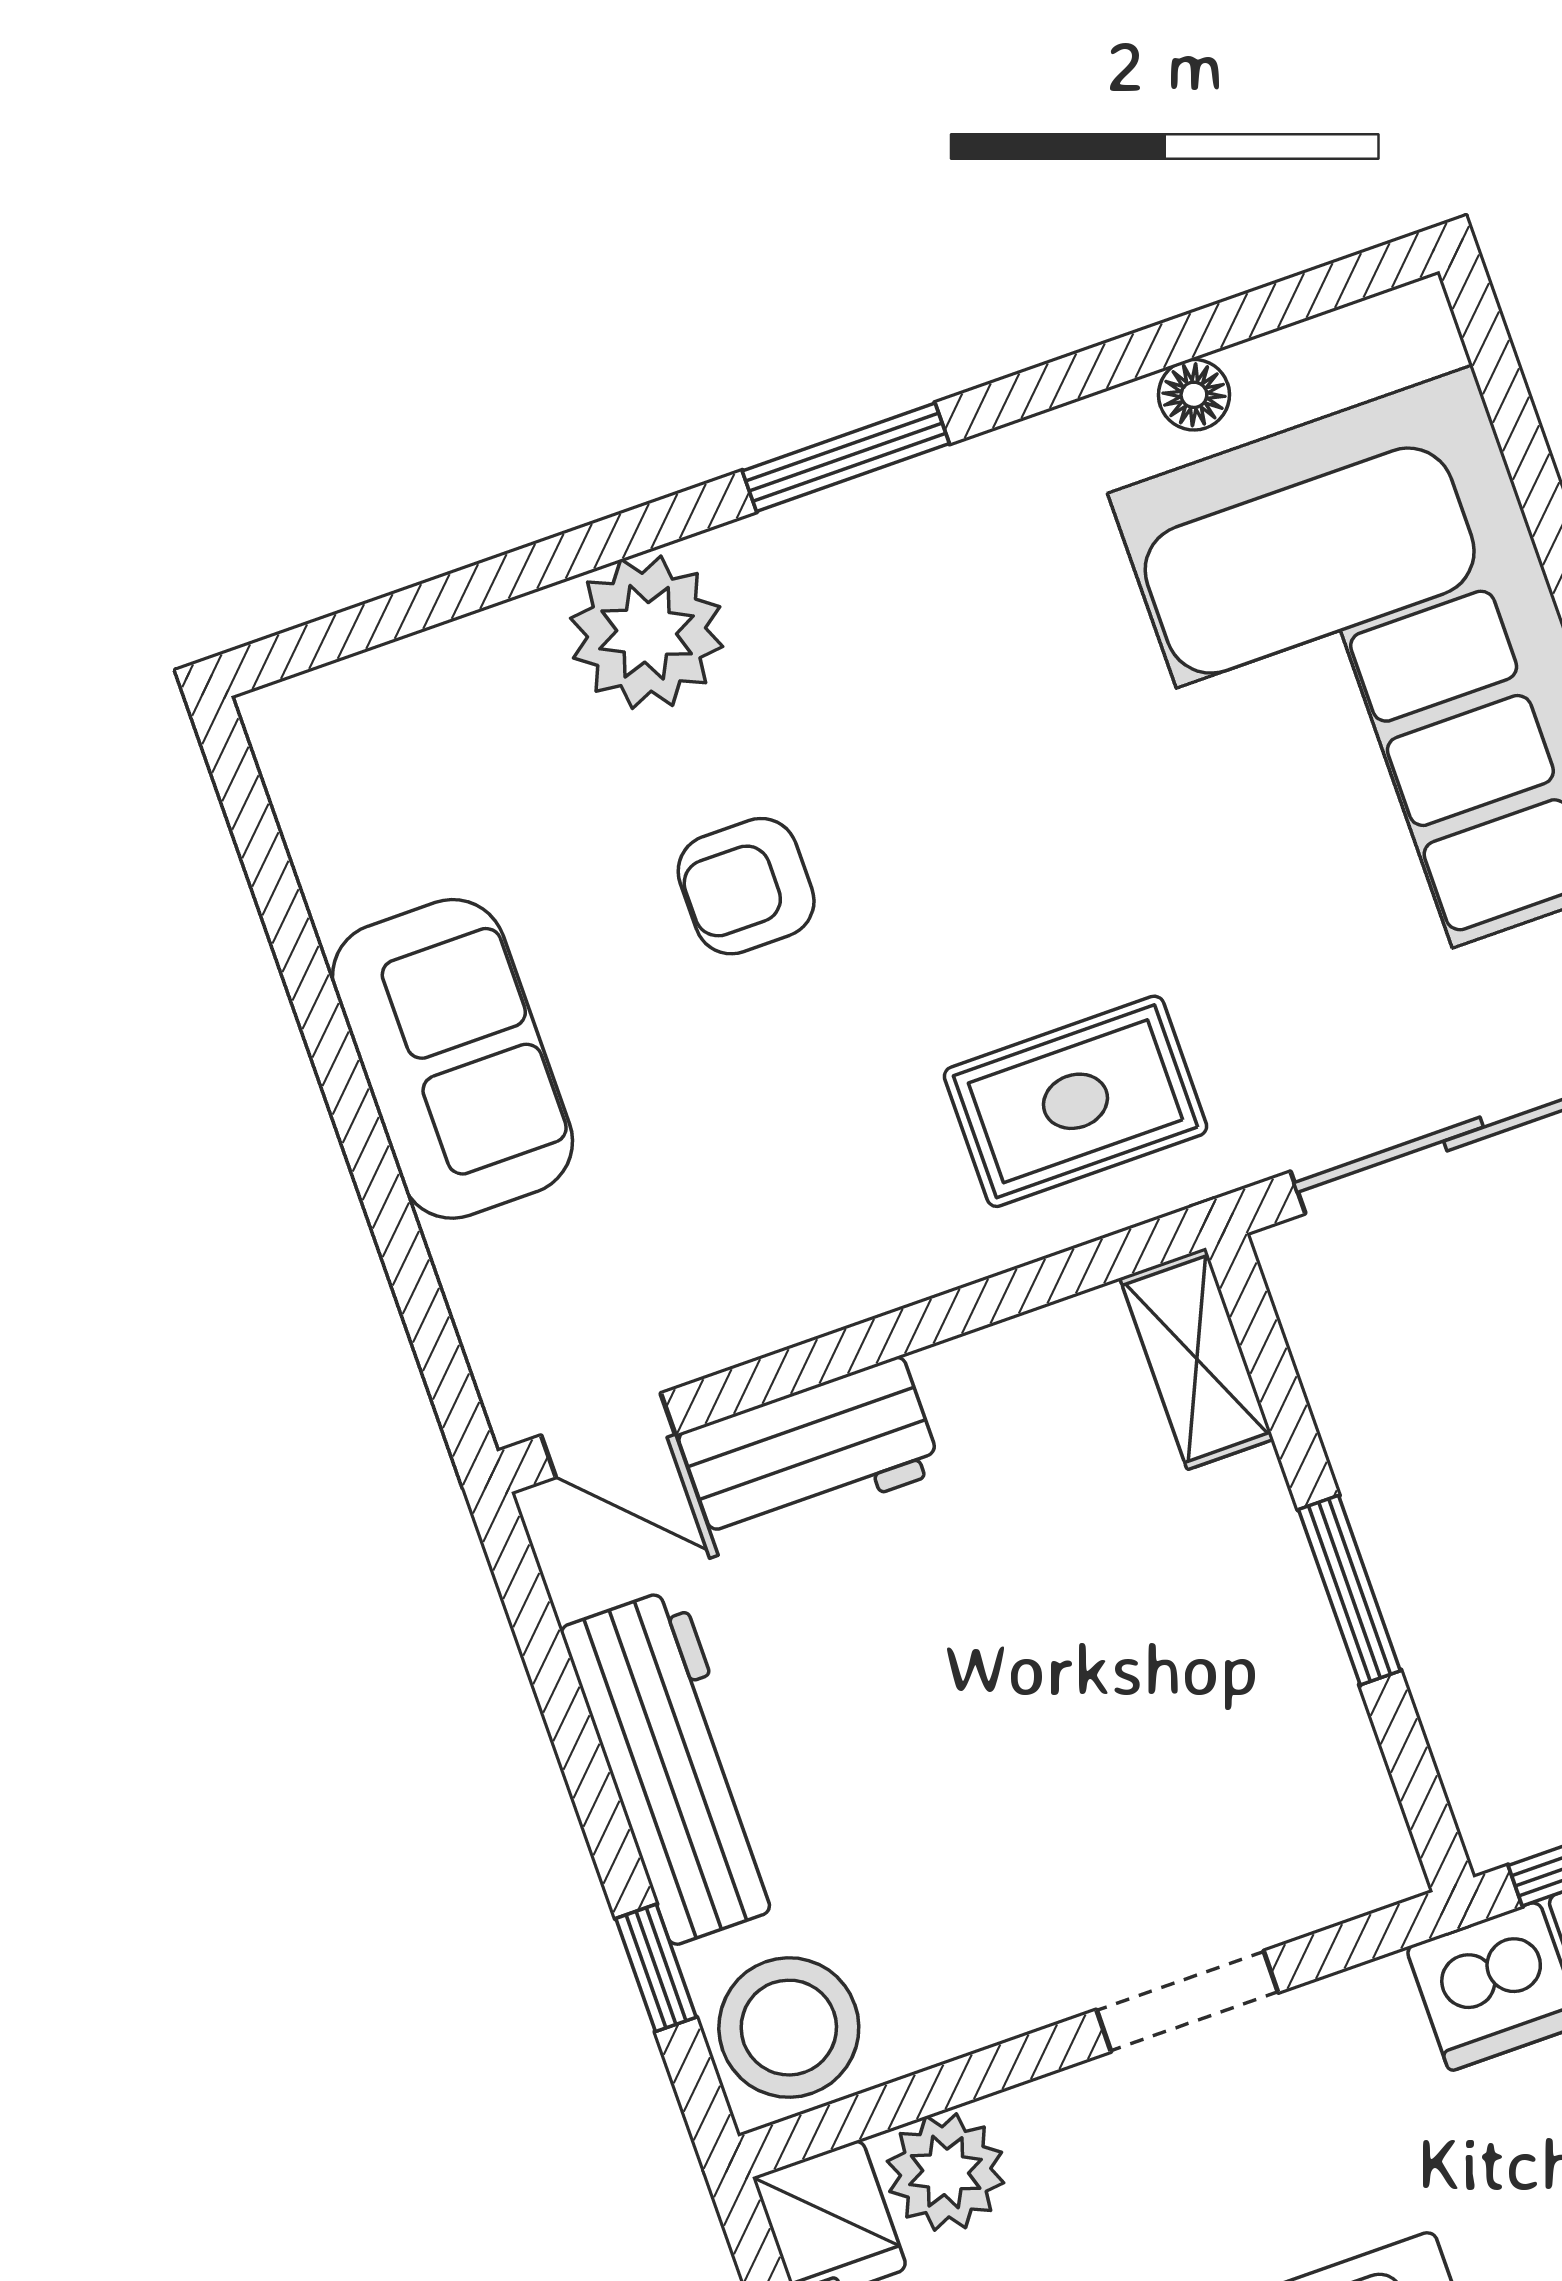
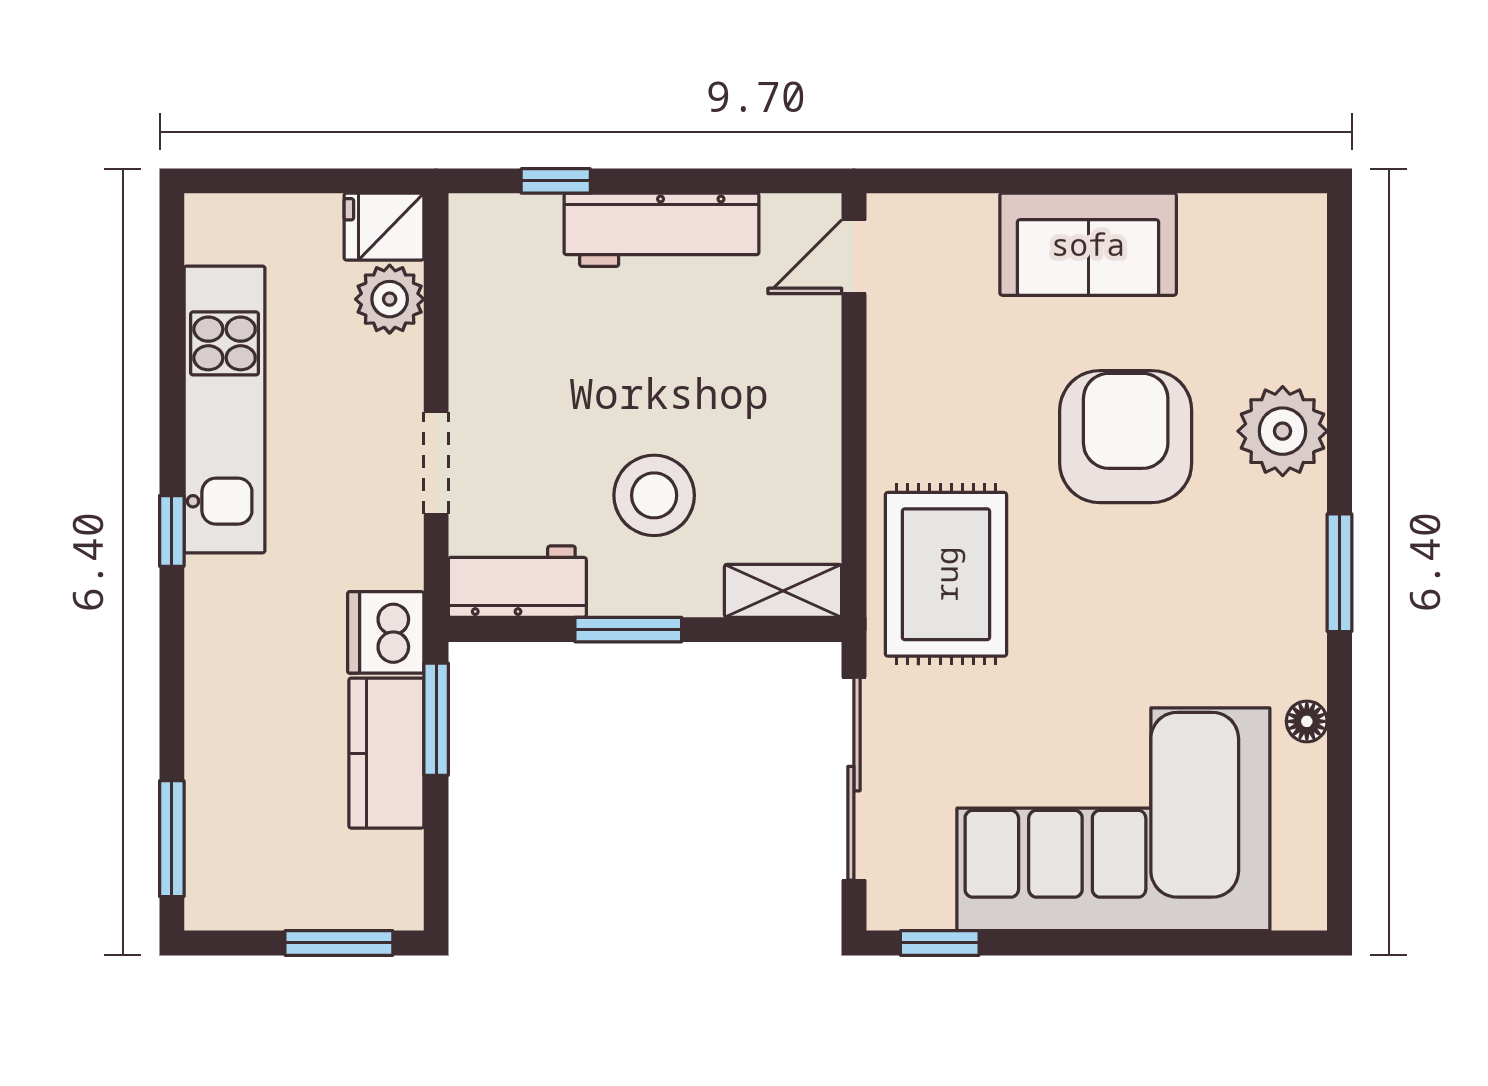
floor lamp: (1194, 395) -> (1307, 721), moved
armchair: (746, 886) -> (1126, 437), width x1.88, depth x1.88
rug: (1075, 1101) -> (946, 574), width x1.36, depth x1.43
workbench: (810, 1453) -> (517, 582), moved, turned 90
stool: (789, 2028) -> (654, 495), moved

